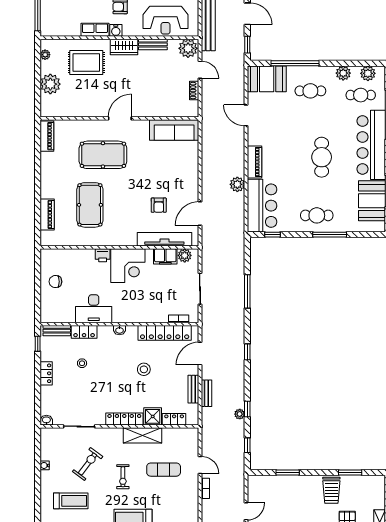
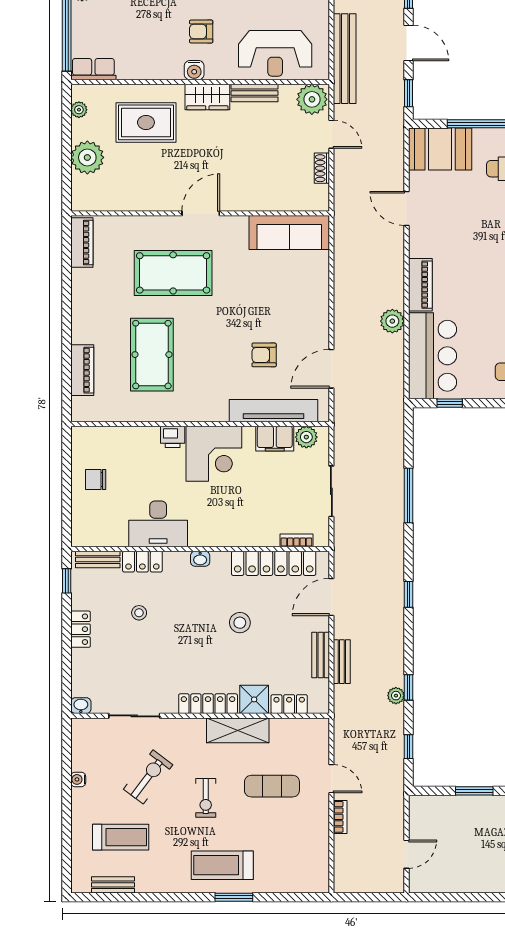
row of seats: (95, 30) -> (93, 69), moved
armchair: (159, 205) -> (264, 355), turned 90

